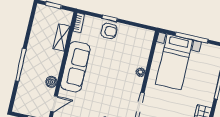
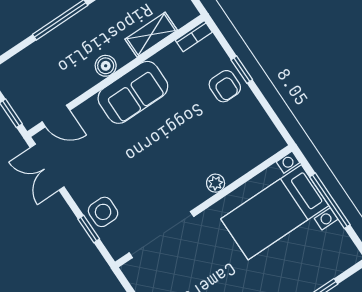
sofa: (75, 67) -> (133, 92), width x0.73
boiler: (51, 82) -> (106, 66), moved

